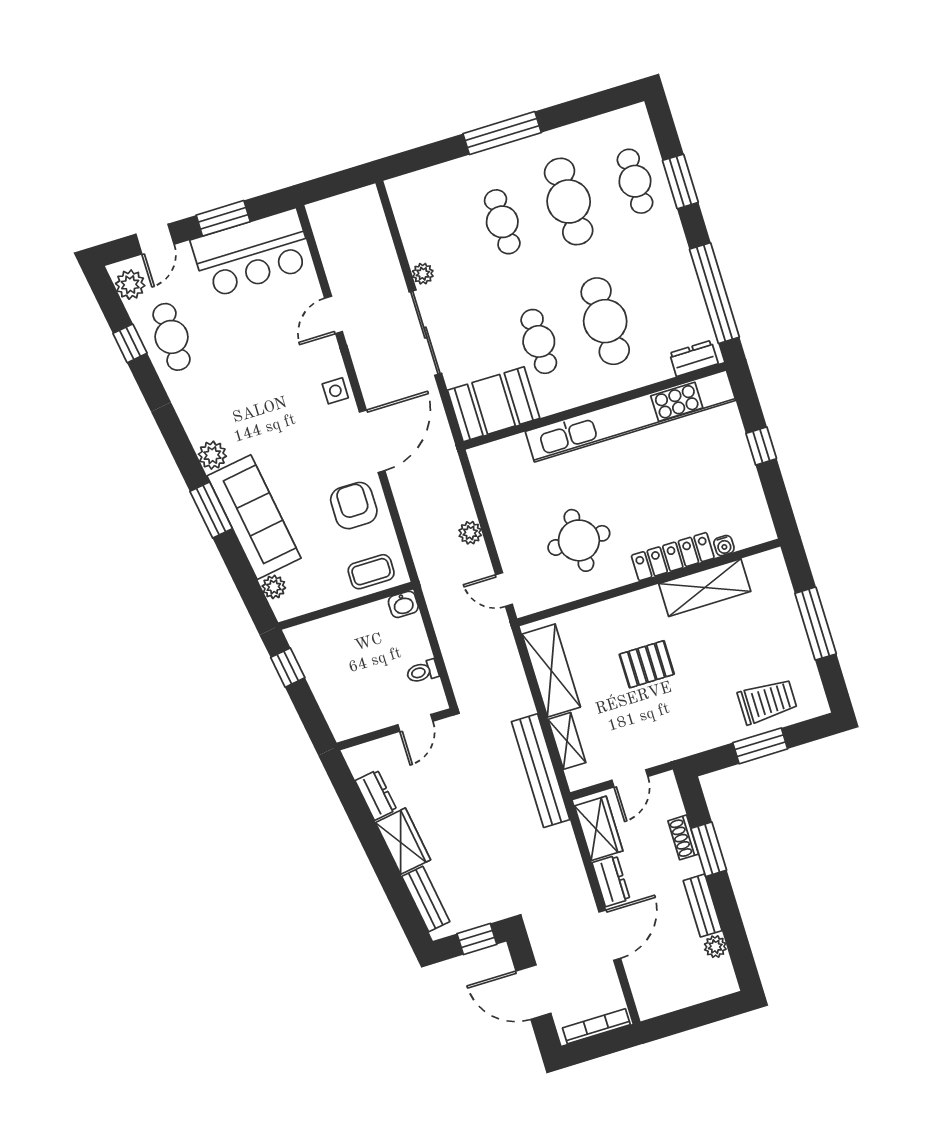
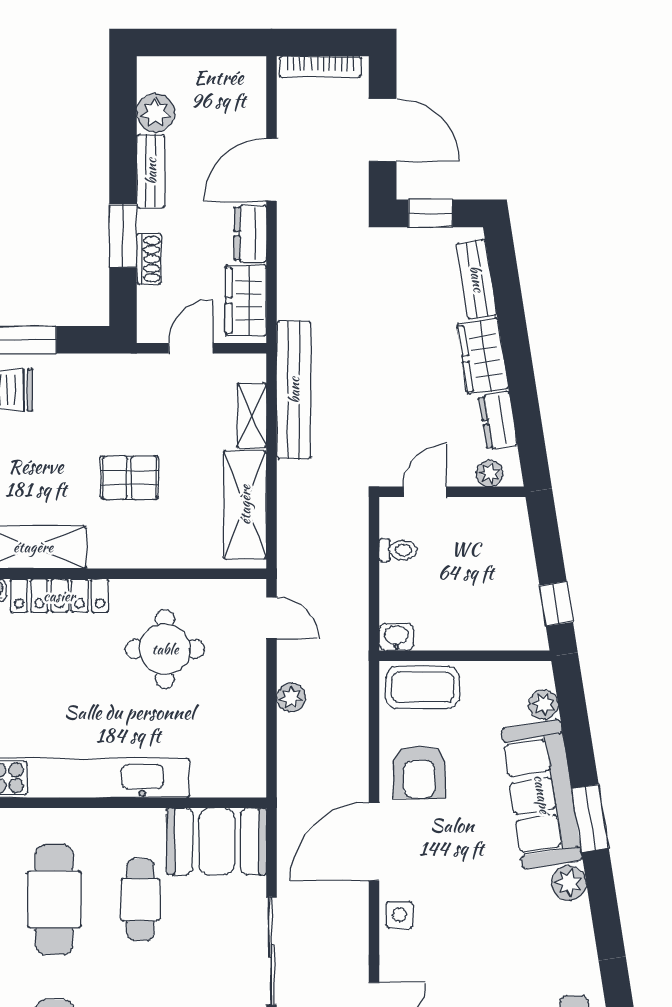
coffee table: (371, 572) -> (423, 687), width x1.36, depth x1.30
plant: (370, 752) -> (490, 473), added
plant: (715, 947) -> (156, 113), width x1.38, depth x1.38

